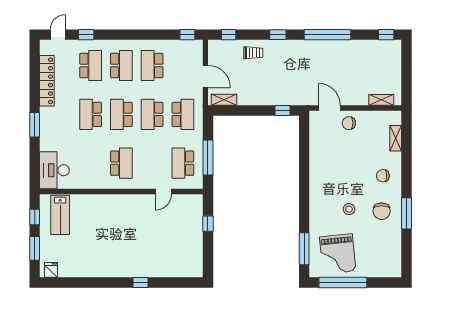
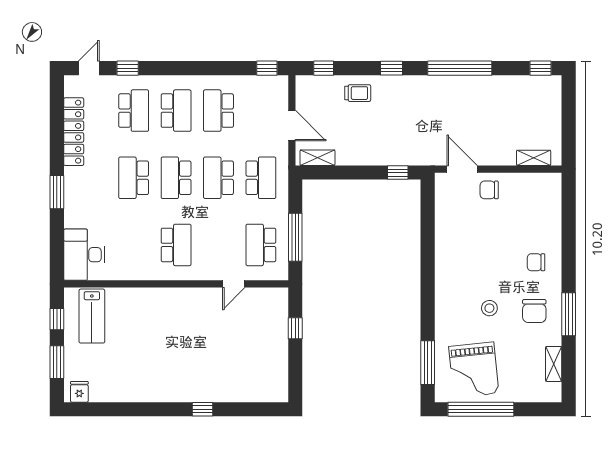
shelving: (396, 138) -> (554, 364), moved

